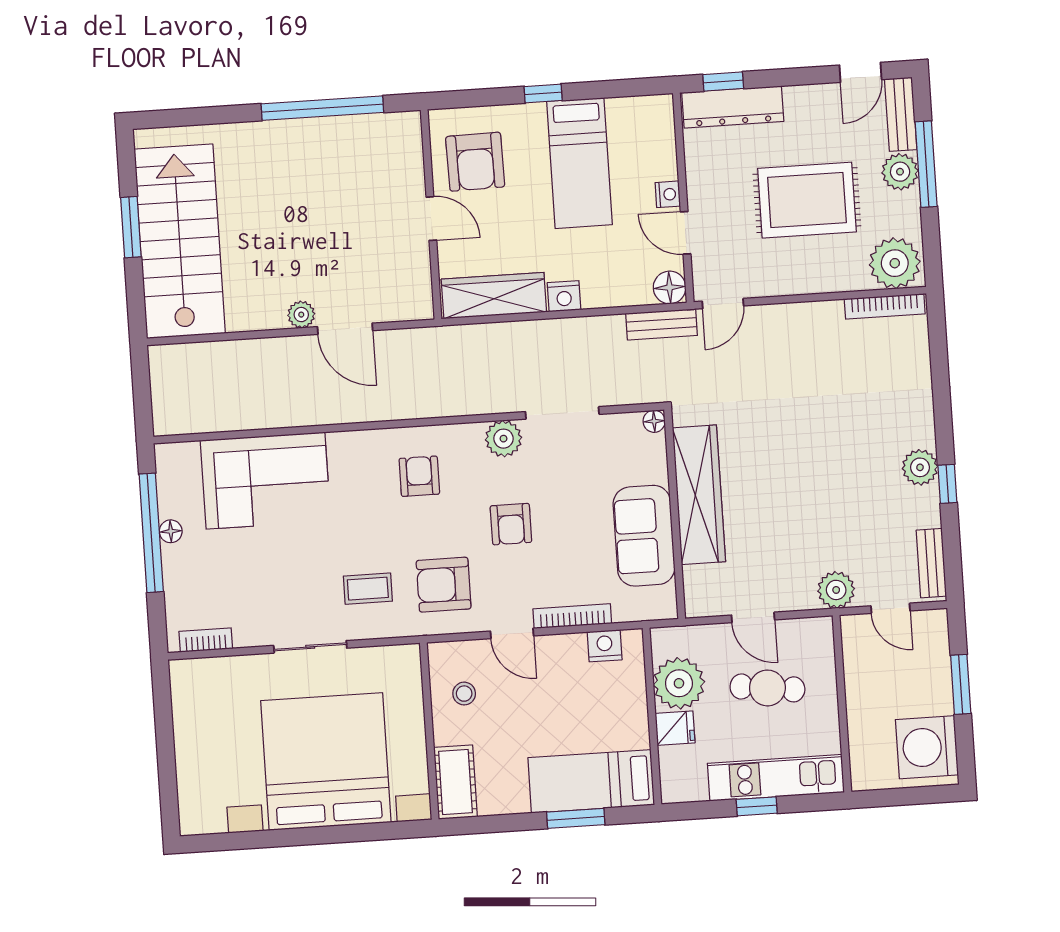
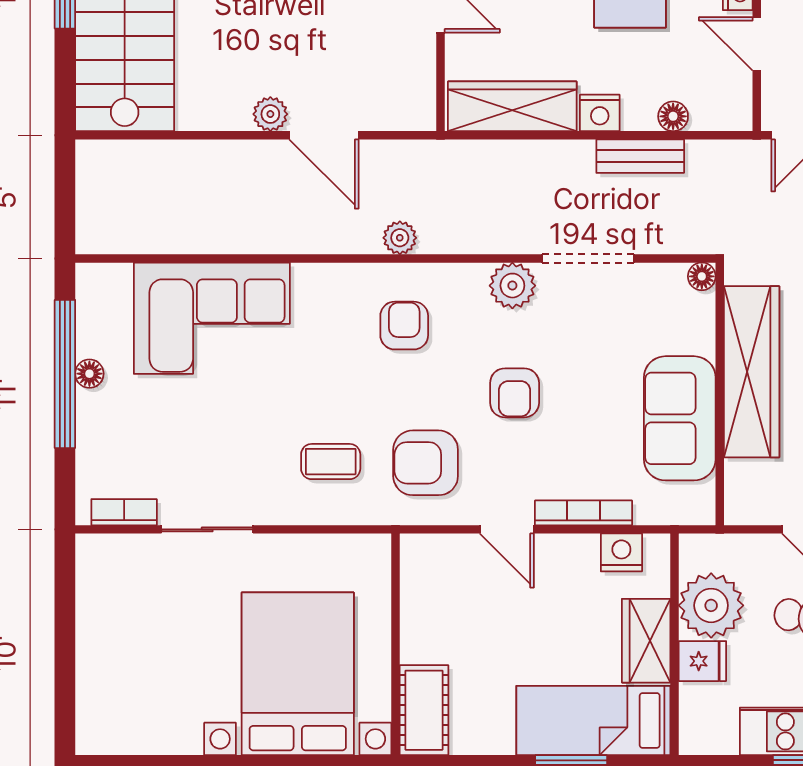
floor lamp: (670, 287) -> (673, 116), moved, width x0.73, depth x0.73
bench: (662, 324) -> (640, 156), moved
plant: (411, 406) -> (400, 238), added
sliding door: (310, 647) -> (207, 529), moved
stool: (464, 694) -> (442, 600), removed
wardrobe: (629, 715) -> (646, 641), added
bed with nightstands: (326, 762) -> (298, 674), width x0.73

